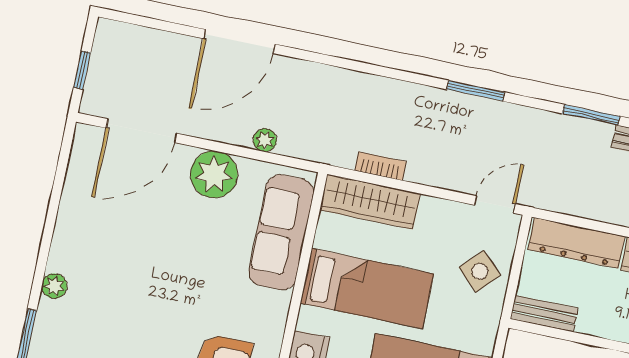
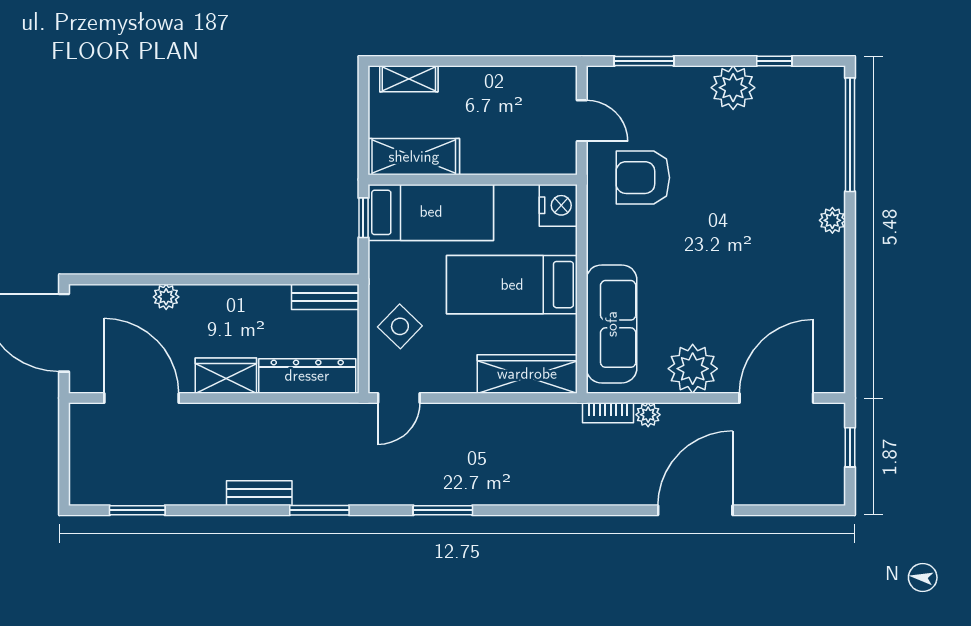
bookcase: (380, 166) -> (608, 413), moved

